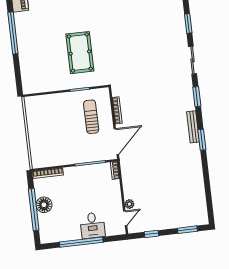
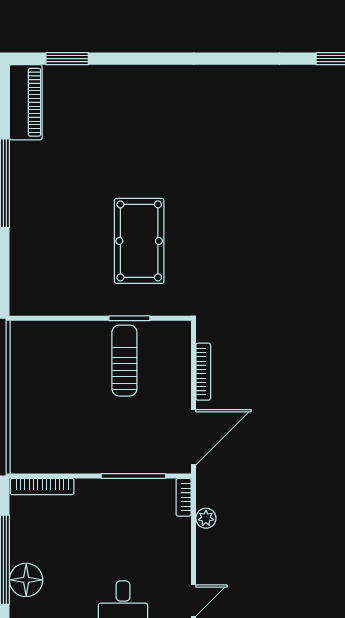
sun lounger: (91, 117) -> (124, 361), moved
plant: (129, 204) -> (206, 518), moved
floor lamp: (44, 205) -> (26, 580), moved

